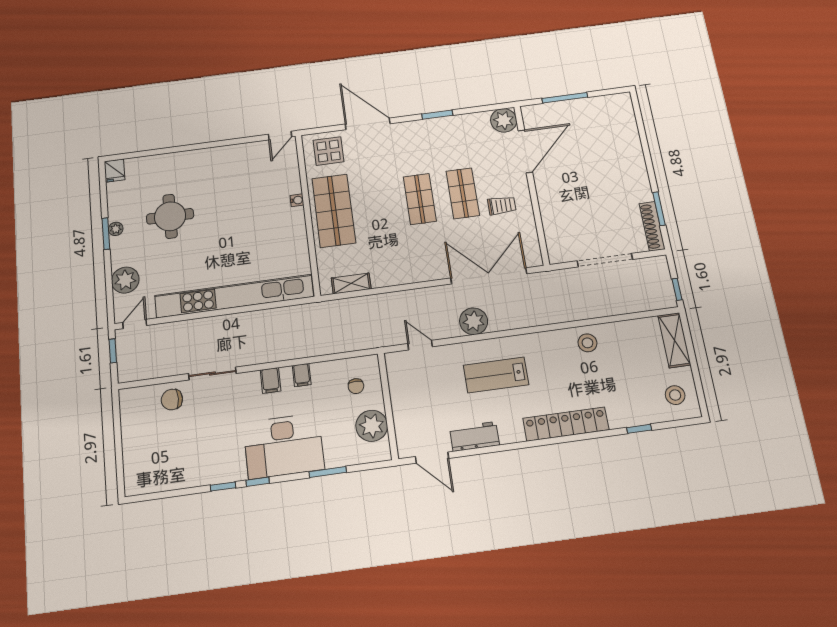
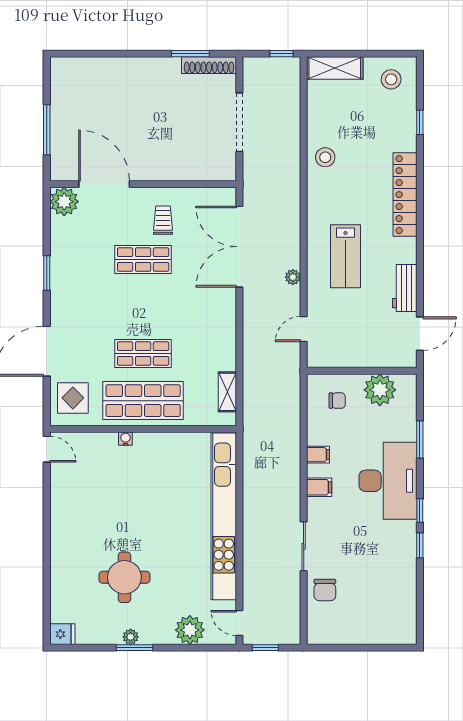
shop shelf: (420, 199) -> (143, 354), moved
plant: (474, 321) -> (293, 277), width x0.53, depth x0.53

